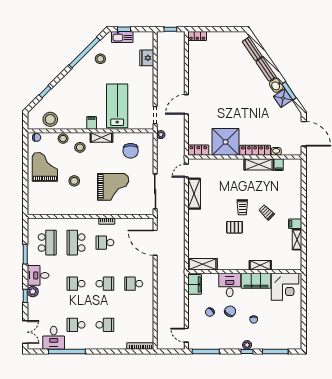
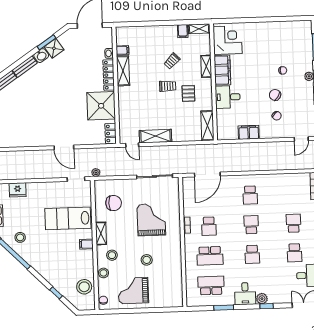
shelving: (203, 264) -> (207, 126), moved
shelving: (260, 265) -> (206, 66), moved
wall: (245, 272) -> (213, 82), moved
filing cabinet: (256, 281) -> (222, 70), moved
desk: (230, 285) -> (228, 97), moved
corner desk: (285, 287) -> (228, 40), moved

